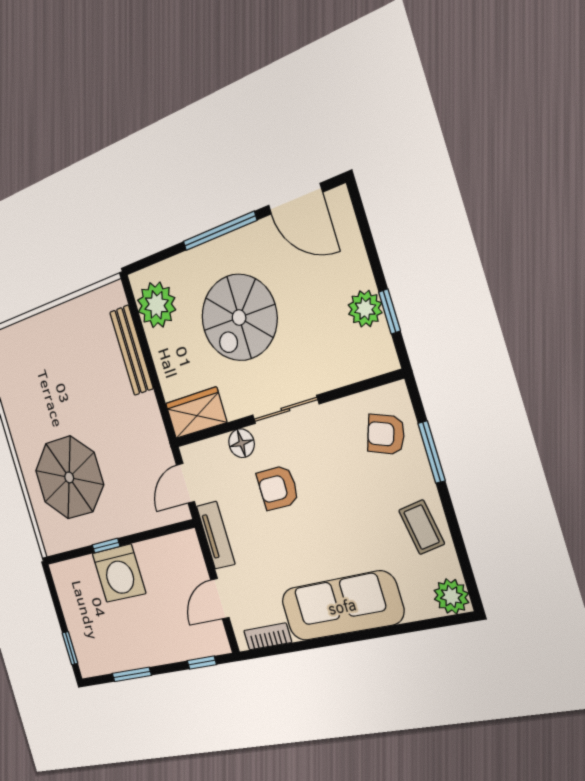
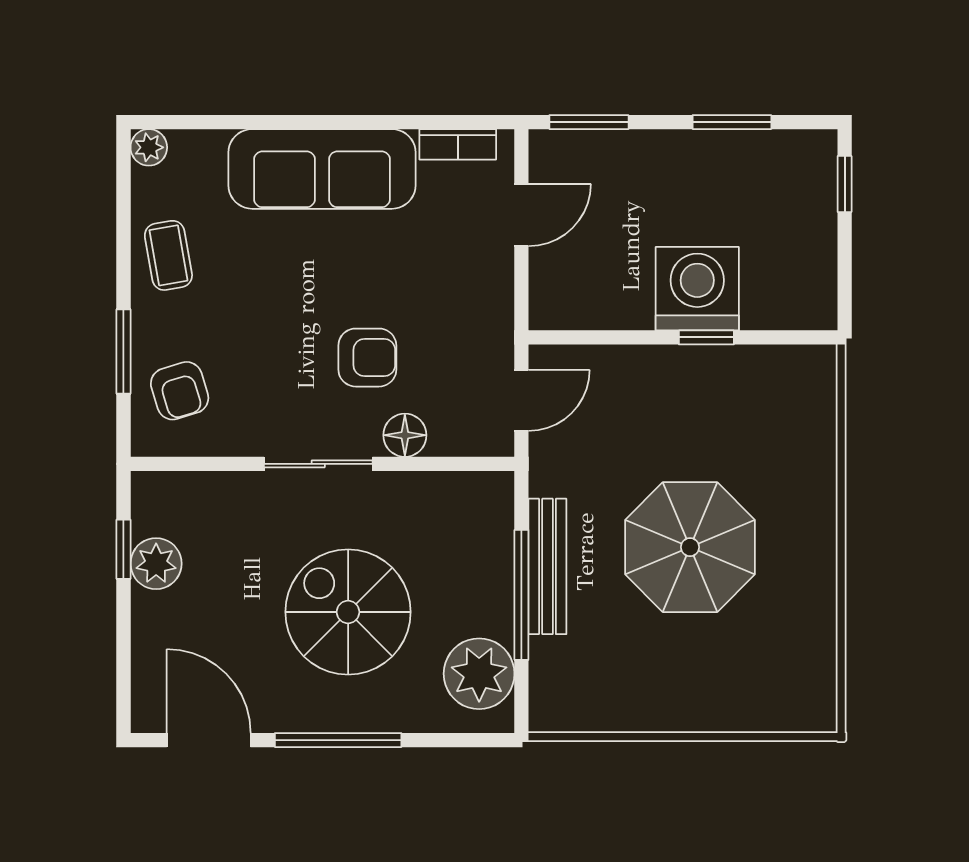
spiral stairs: (239, 318) -> (348, 612), turned -90
bench: (131, 350) -> (547, 566), moved
window: (150, 362) -> (521, 595), added
wardrobe: (196, 413) -> (466, 499), removed
armchair: (386, 434) -> (180, 391), turned 53
parasol: (69, 477) -> (690, 547), moved
tv unit: (216, 535) -> (495, 312), removed
plant: (451, 596) -> (149, 147), width x0.73, depth x0.73
window: (202, 663) -> (589, 122), width x1.50

